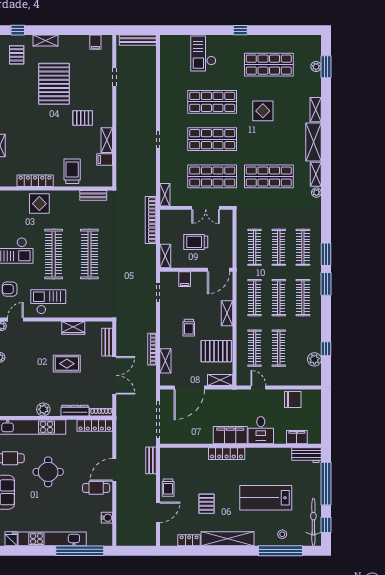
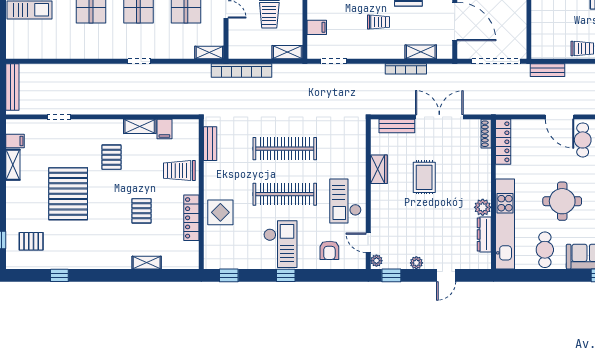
shelving: (45, 41) -> (13, 165), moved
pallet: (54, 84) -> (68, 194), turned 90
pallet: (41, 141) -> (141, 211), added
dresser: (75, 411) -> (484, 235), moved

